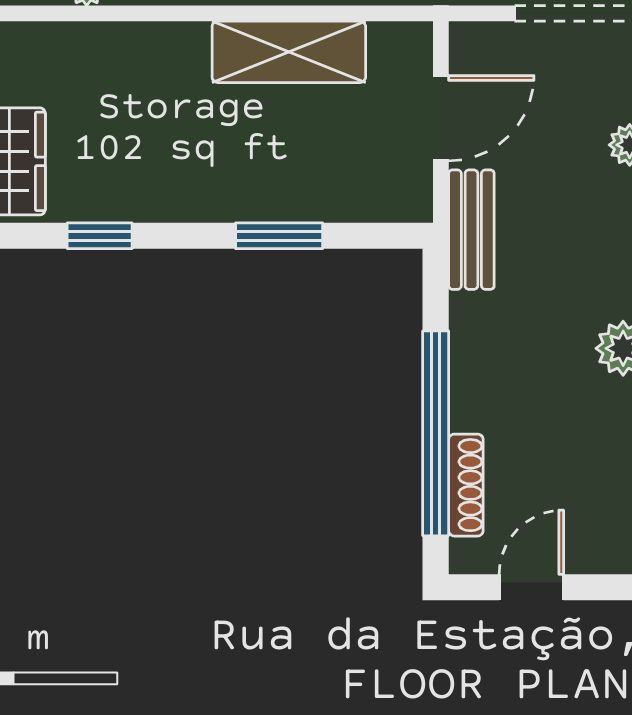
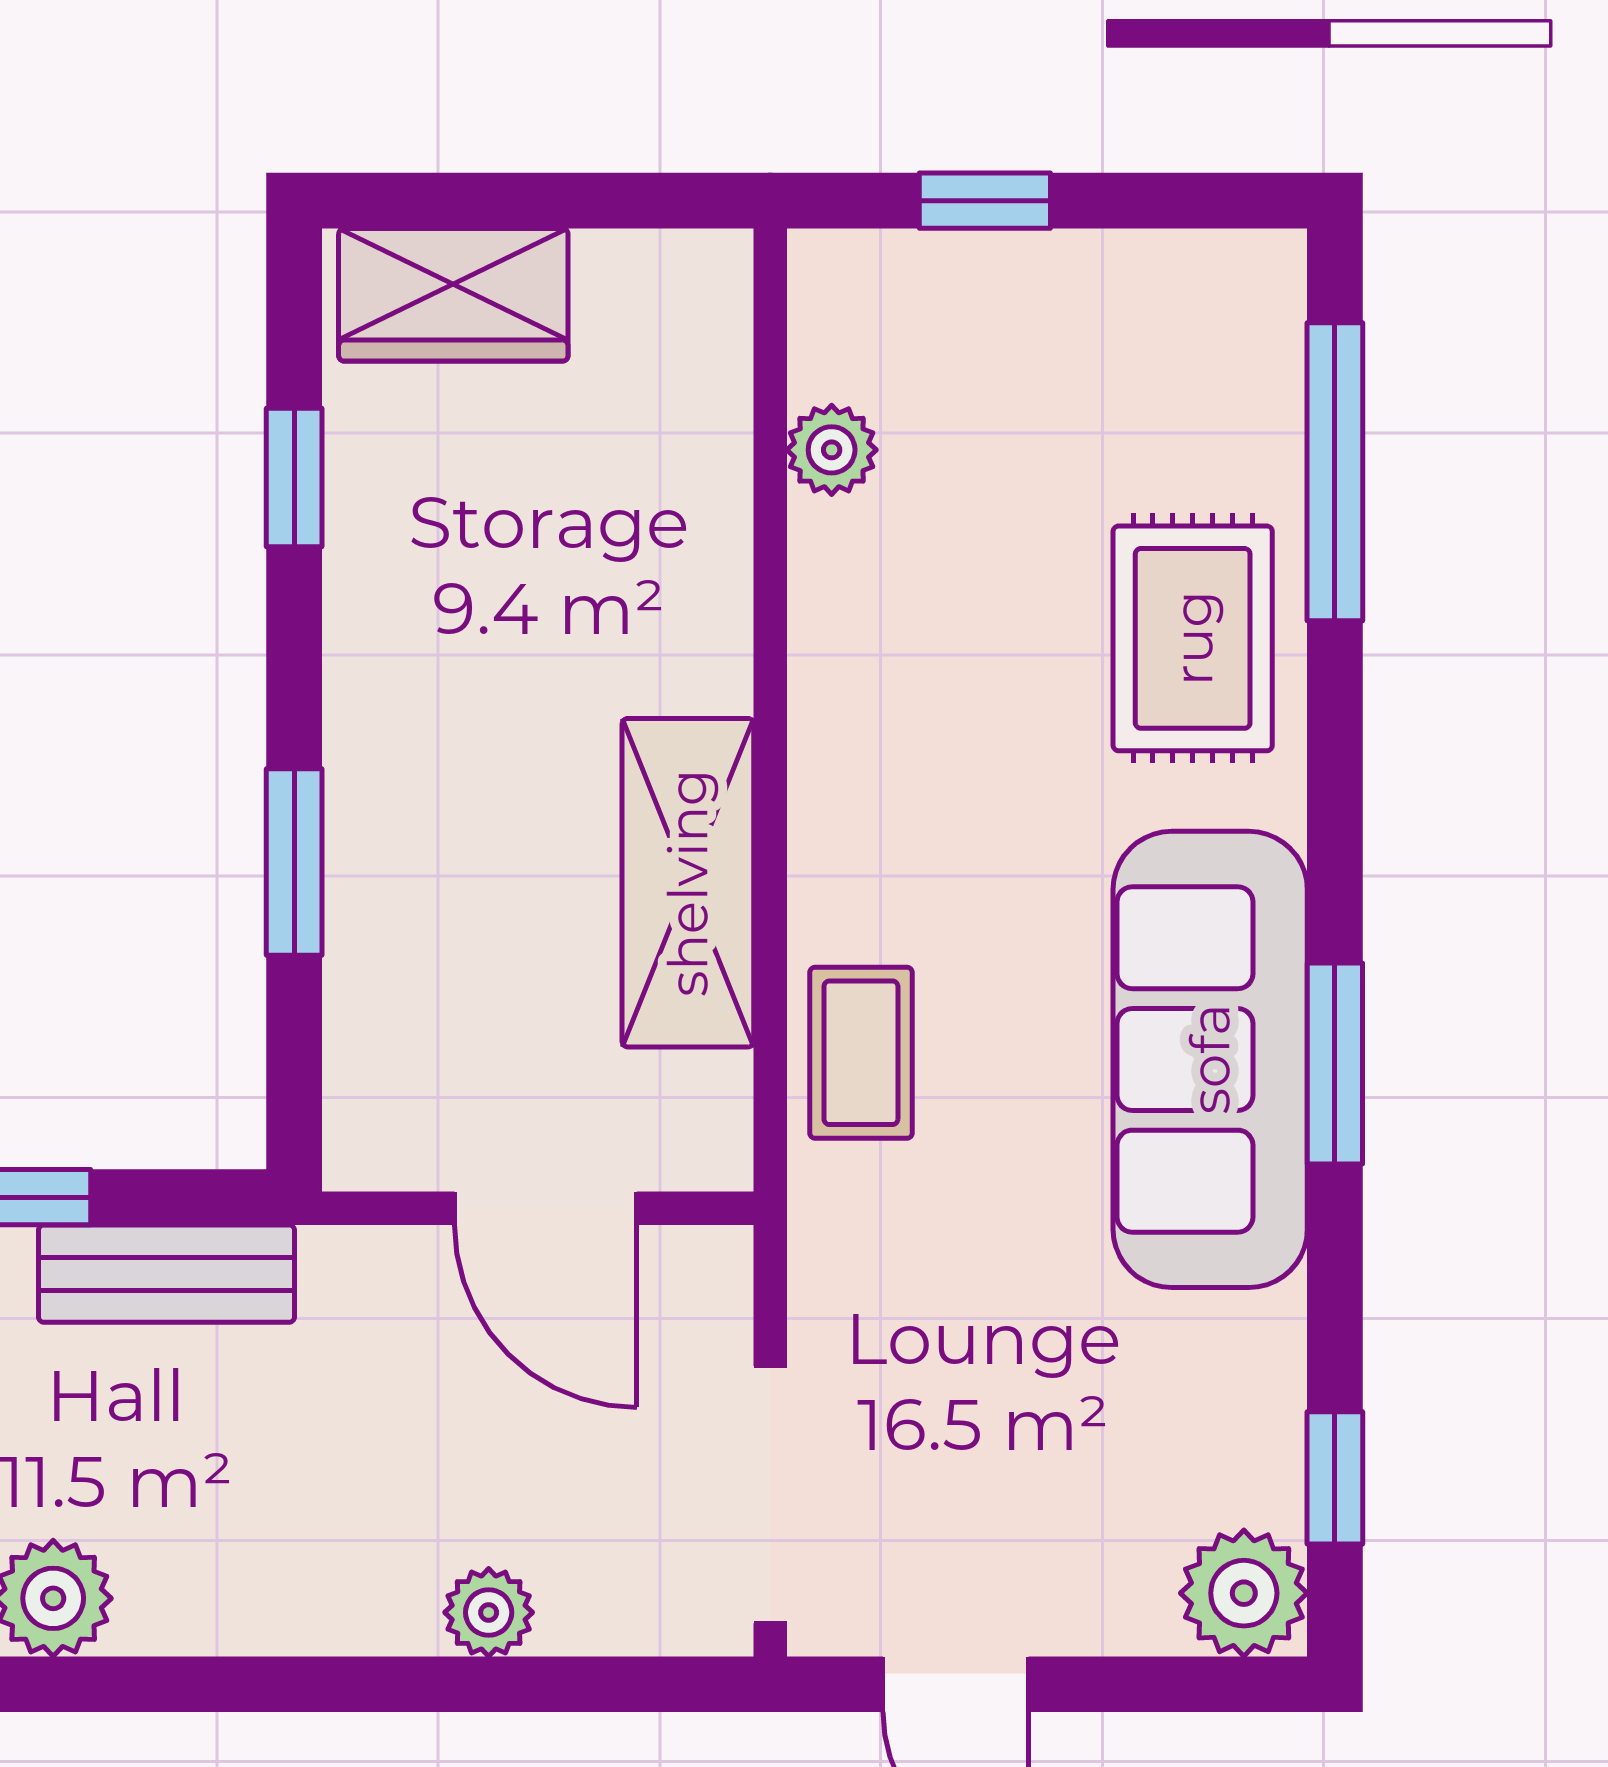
bench: (471, 230) -> (167, 1274), moved

